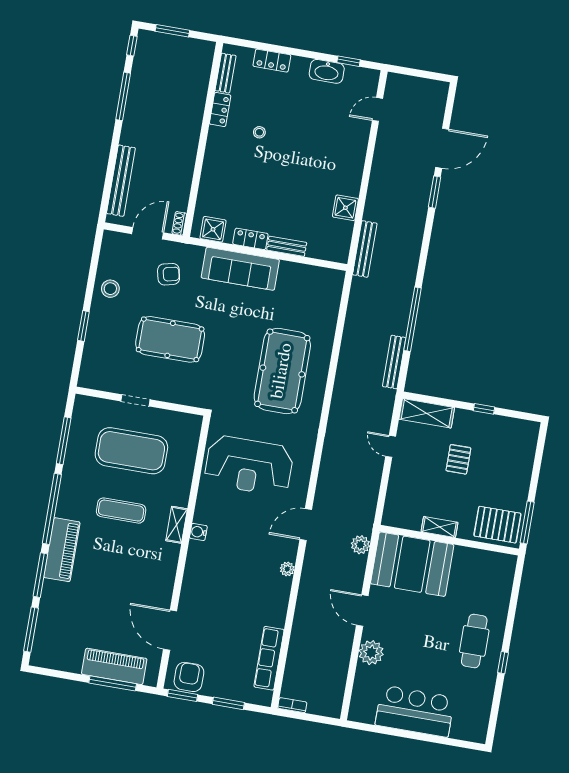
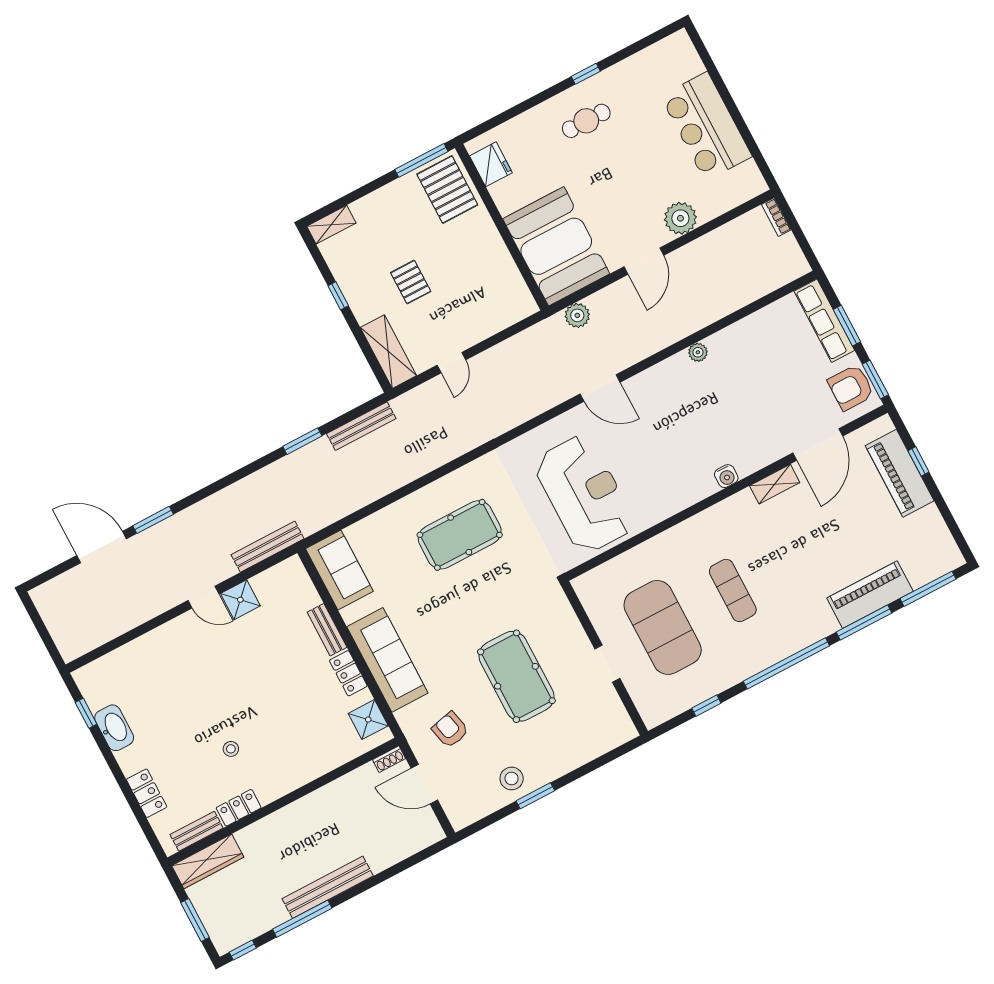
wardrobe: (202, 66) -> (208, 861), added
door: (378, 109) -> (203, 597), moved
bench: (121, 181) -> (328, 887), moved
sofa: (317, 282) -> (339, 570), added
window: (413, 319) -> (302, 441), width x0.47
window: (83, 326) -> (535, 796), moved
pool table: (282, 371) -> (460, 535), width x0.73, depth x0.76
window: (64, 441) -> (706, 706), width x0.46
pallet: (458, 459) -> (411, 282), turned 90
shelving: (177, 525) -> (775, 484), moved
shelving: (440, 527) -> (331, 225), moved, turned 90
water cooler: (198, 532) -> (726, 476), moved
piano: (62, 550) -> (870, 595), moved
fridge: (492, 563) -> (491, 164), added
plant: (287, 569) -> (698, 352), moved
cafe table: (474, 641) -> (586, 121), width x0.73, depth x0.74
row of seats: (269, 658) -> (824, 321), moved, turned 90
window: (113, 683) -> (919, 461), width x0.46
bookcase: (292, 705) -> (776, 217), moved

